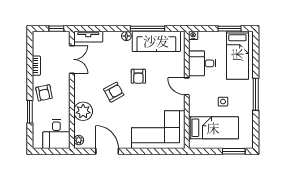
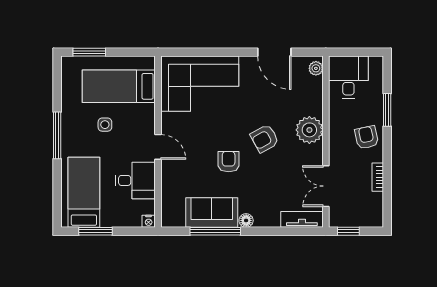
sofa: (156, 41) -> (212, 213), width x0.73
plant: (83, 111) -> (309, 130), moved

